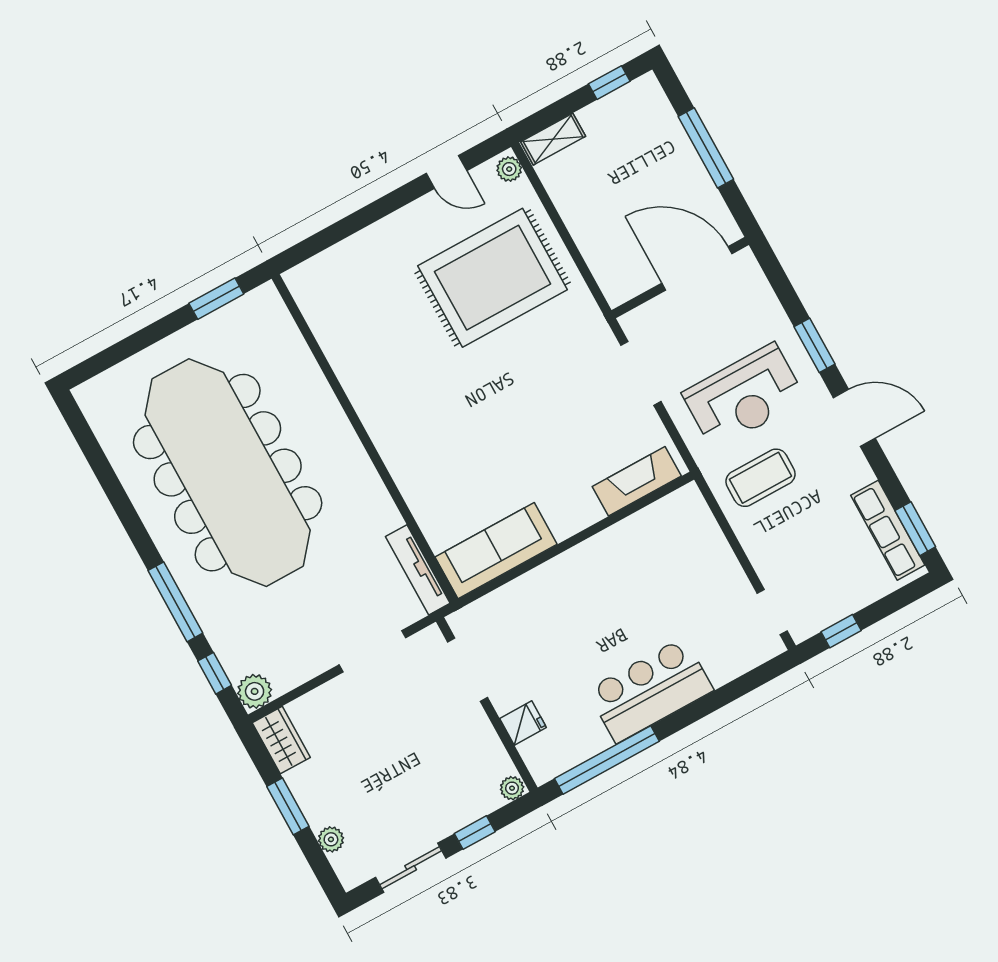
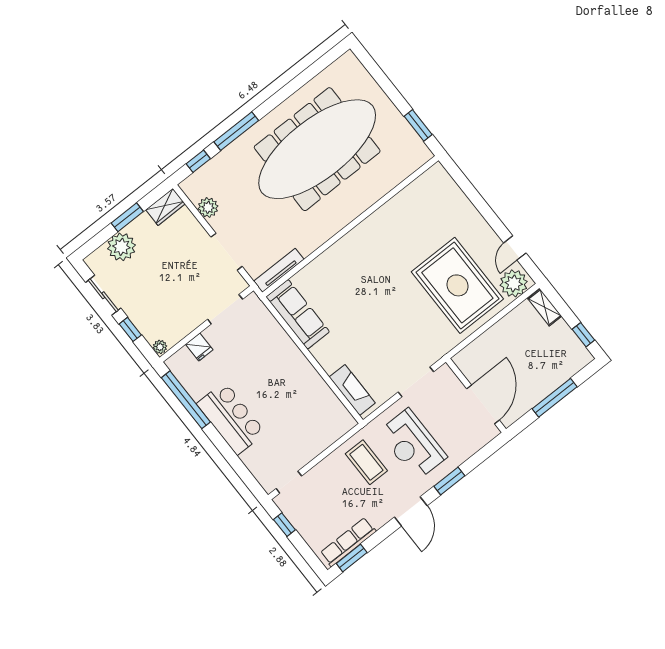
plant: (509, 169) -> (514, 283), width x1.88, depth x1.88
plant: (255, 691) -> (208, 207), moved
plant: (331, 839) -> (121, 247), width x1.88, depth x1.88

